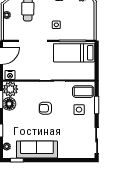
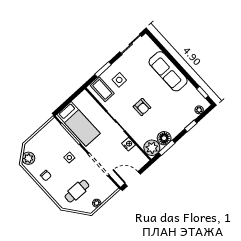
nightstand: (10, 75) -> (129, 144), moved
sofa: (37, 149) -> (168, 71), moved

